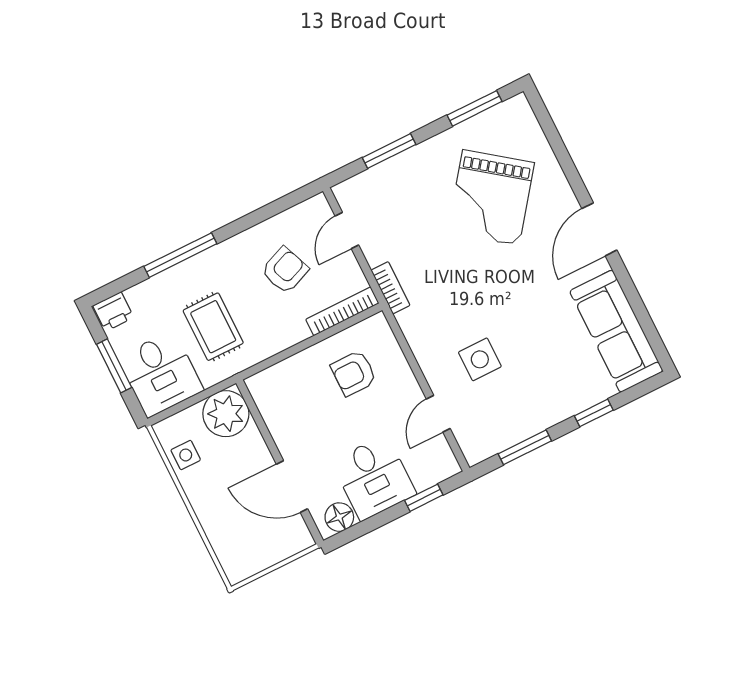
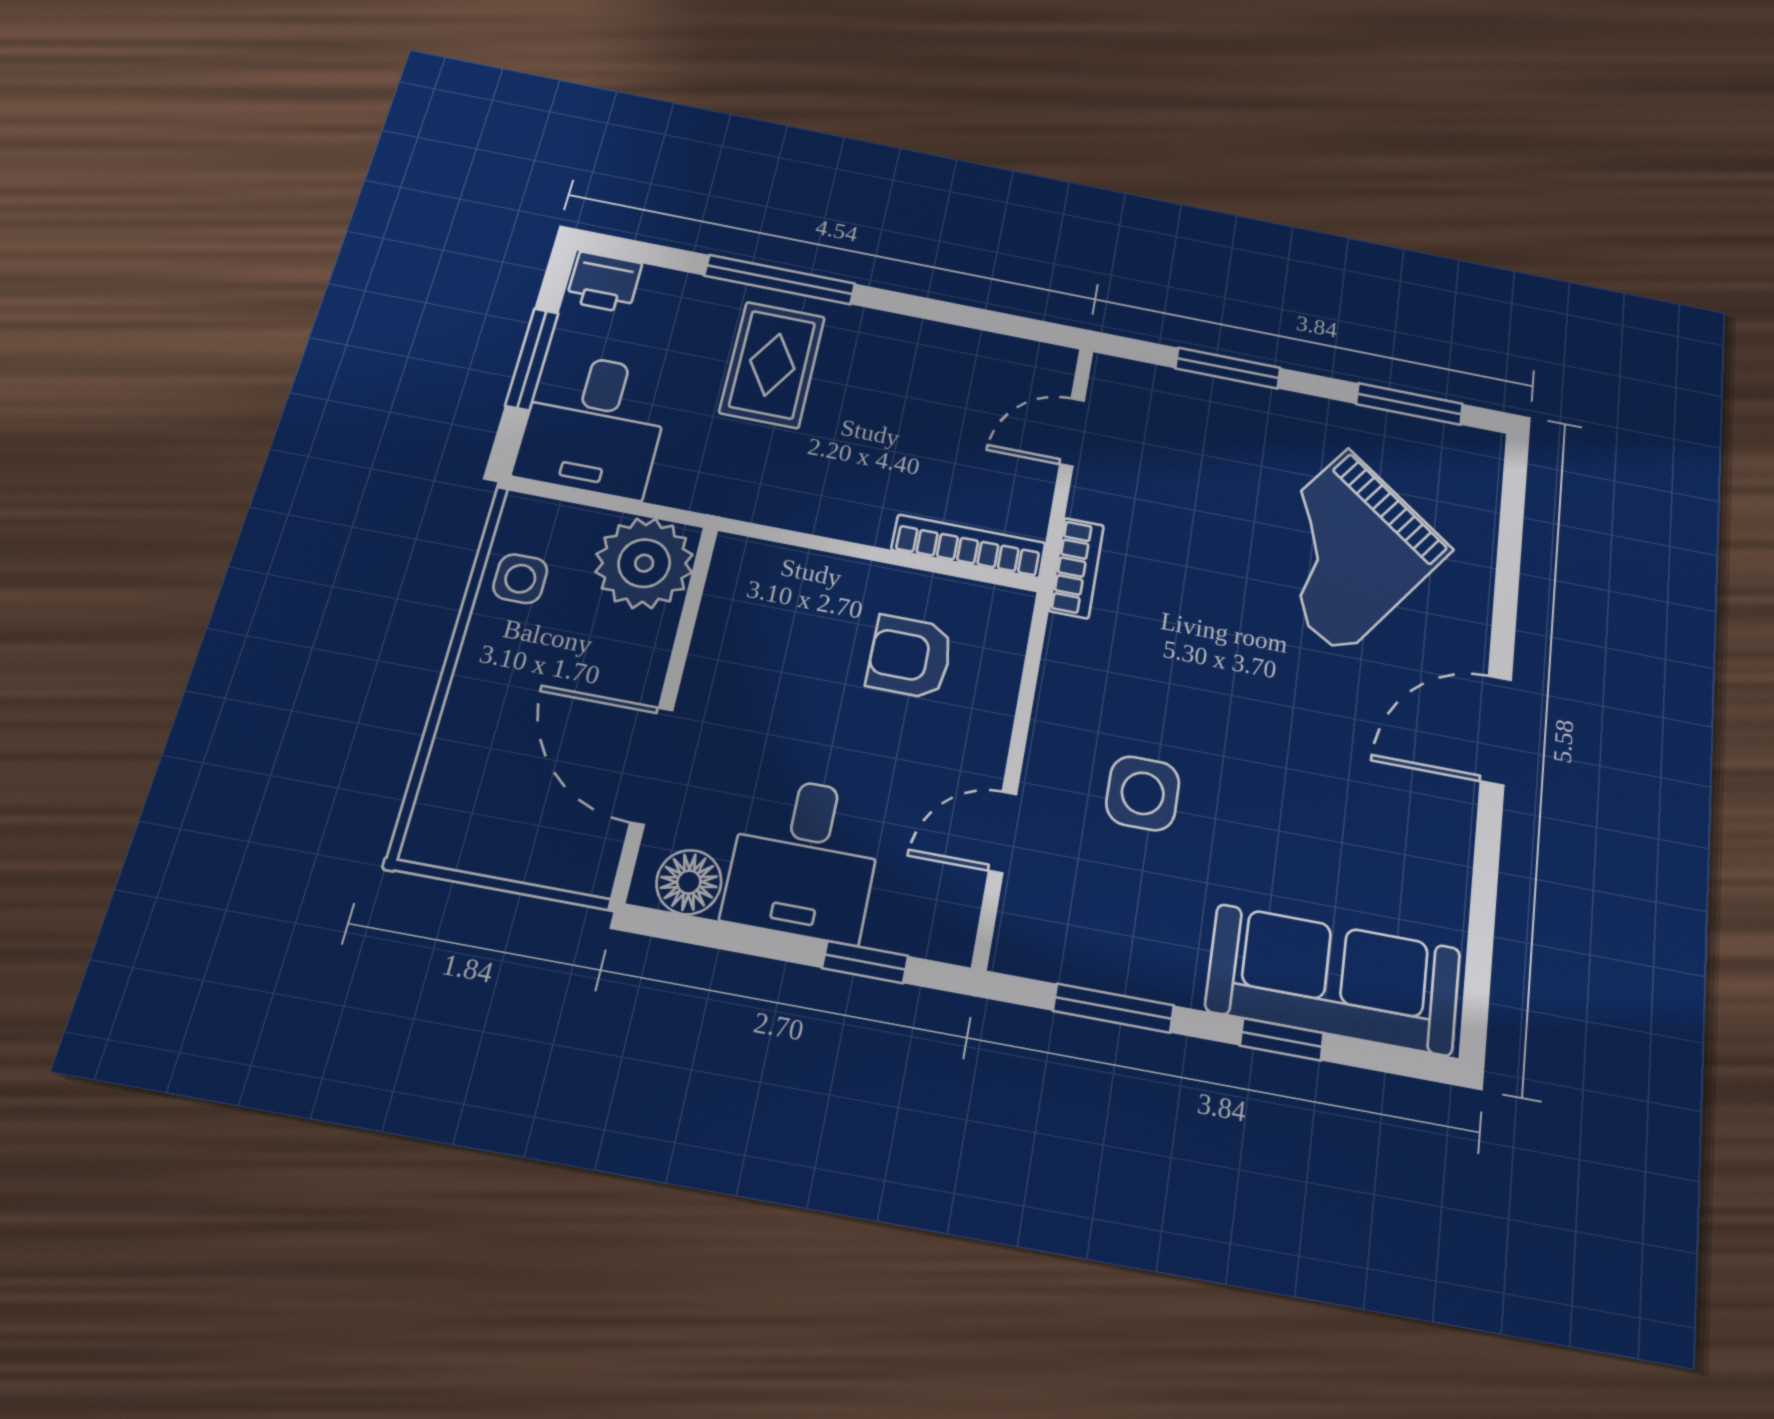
armchair: (285, 270) -> (925, 418), removed
rug: (213, 327) -> (772, 365), moved
sofa: (616, 331) -> (1334, 980), moved, turned 90

